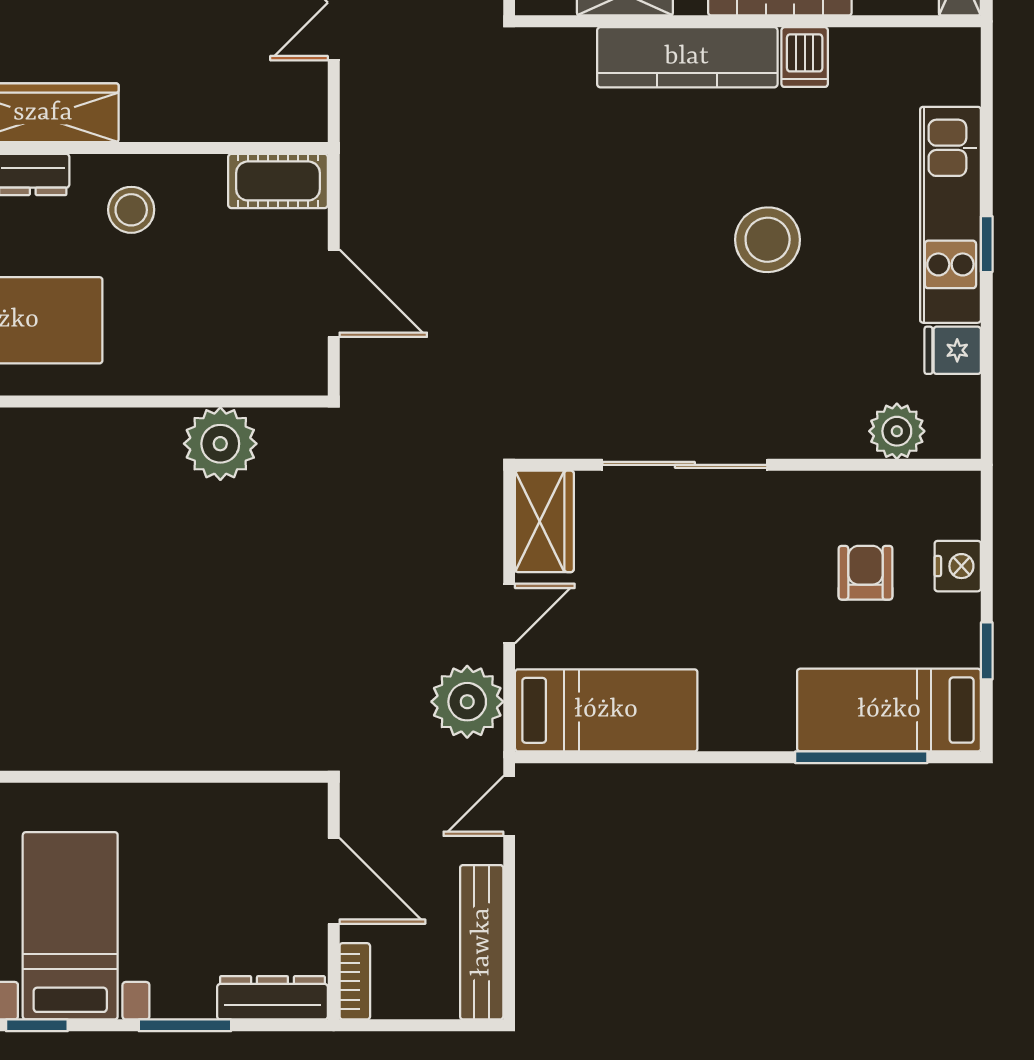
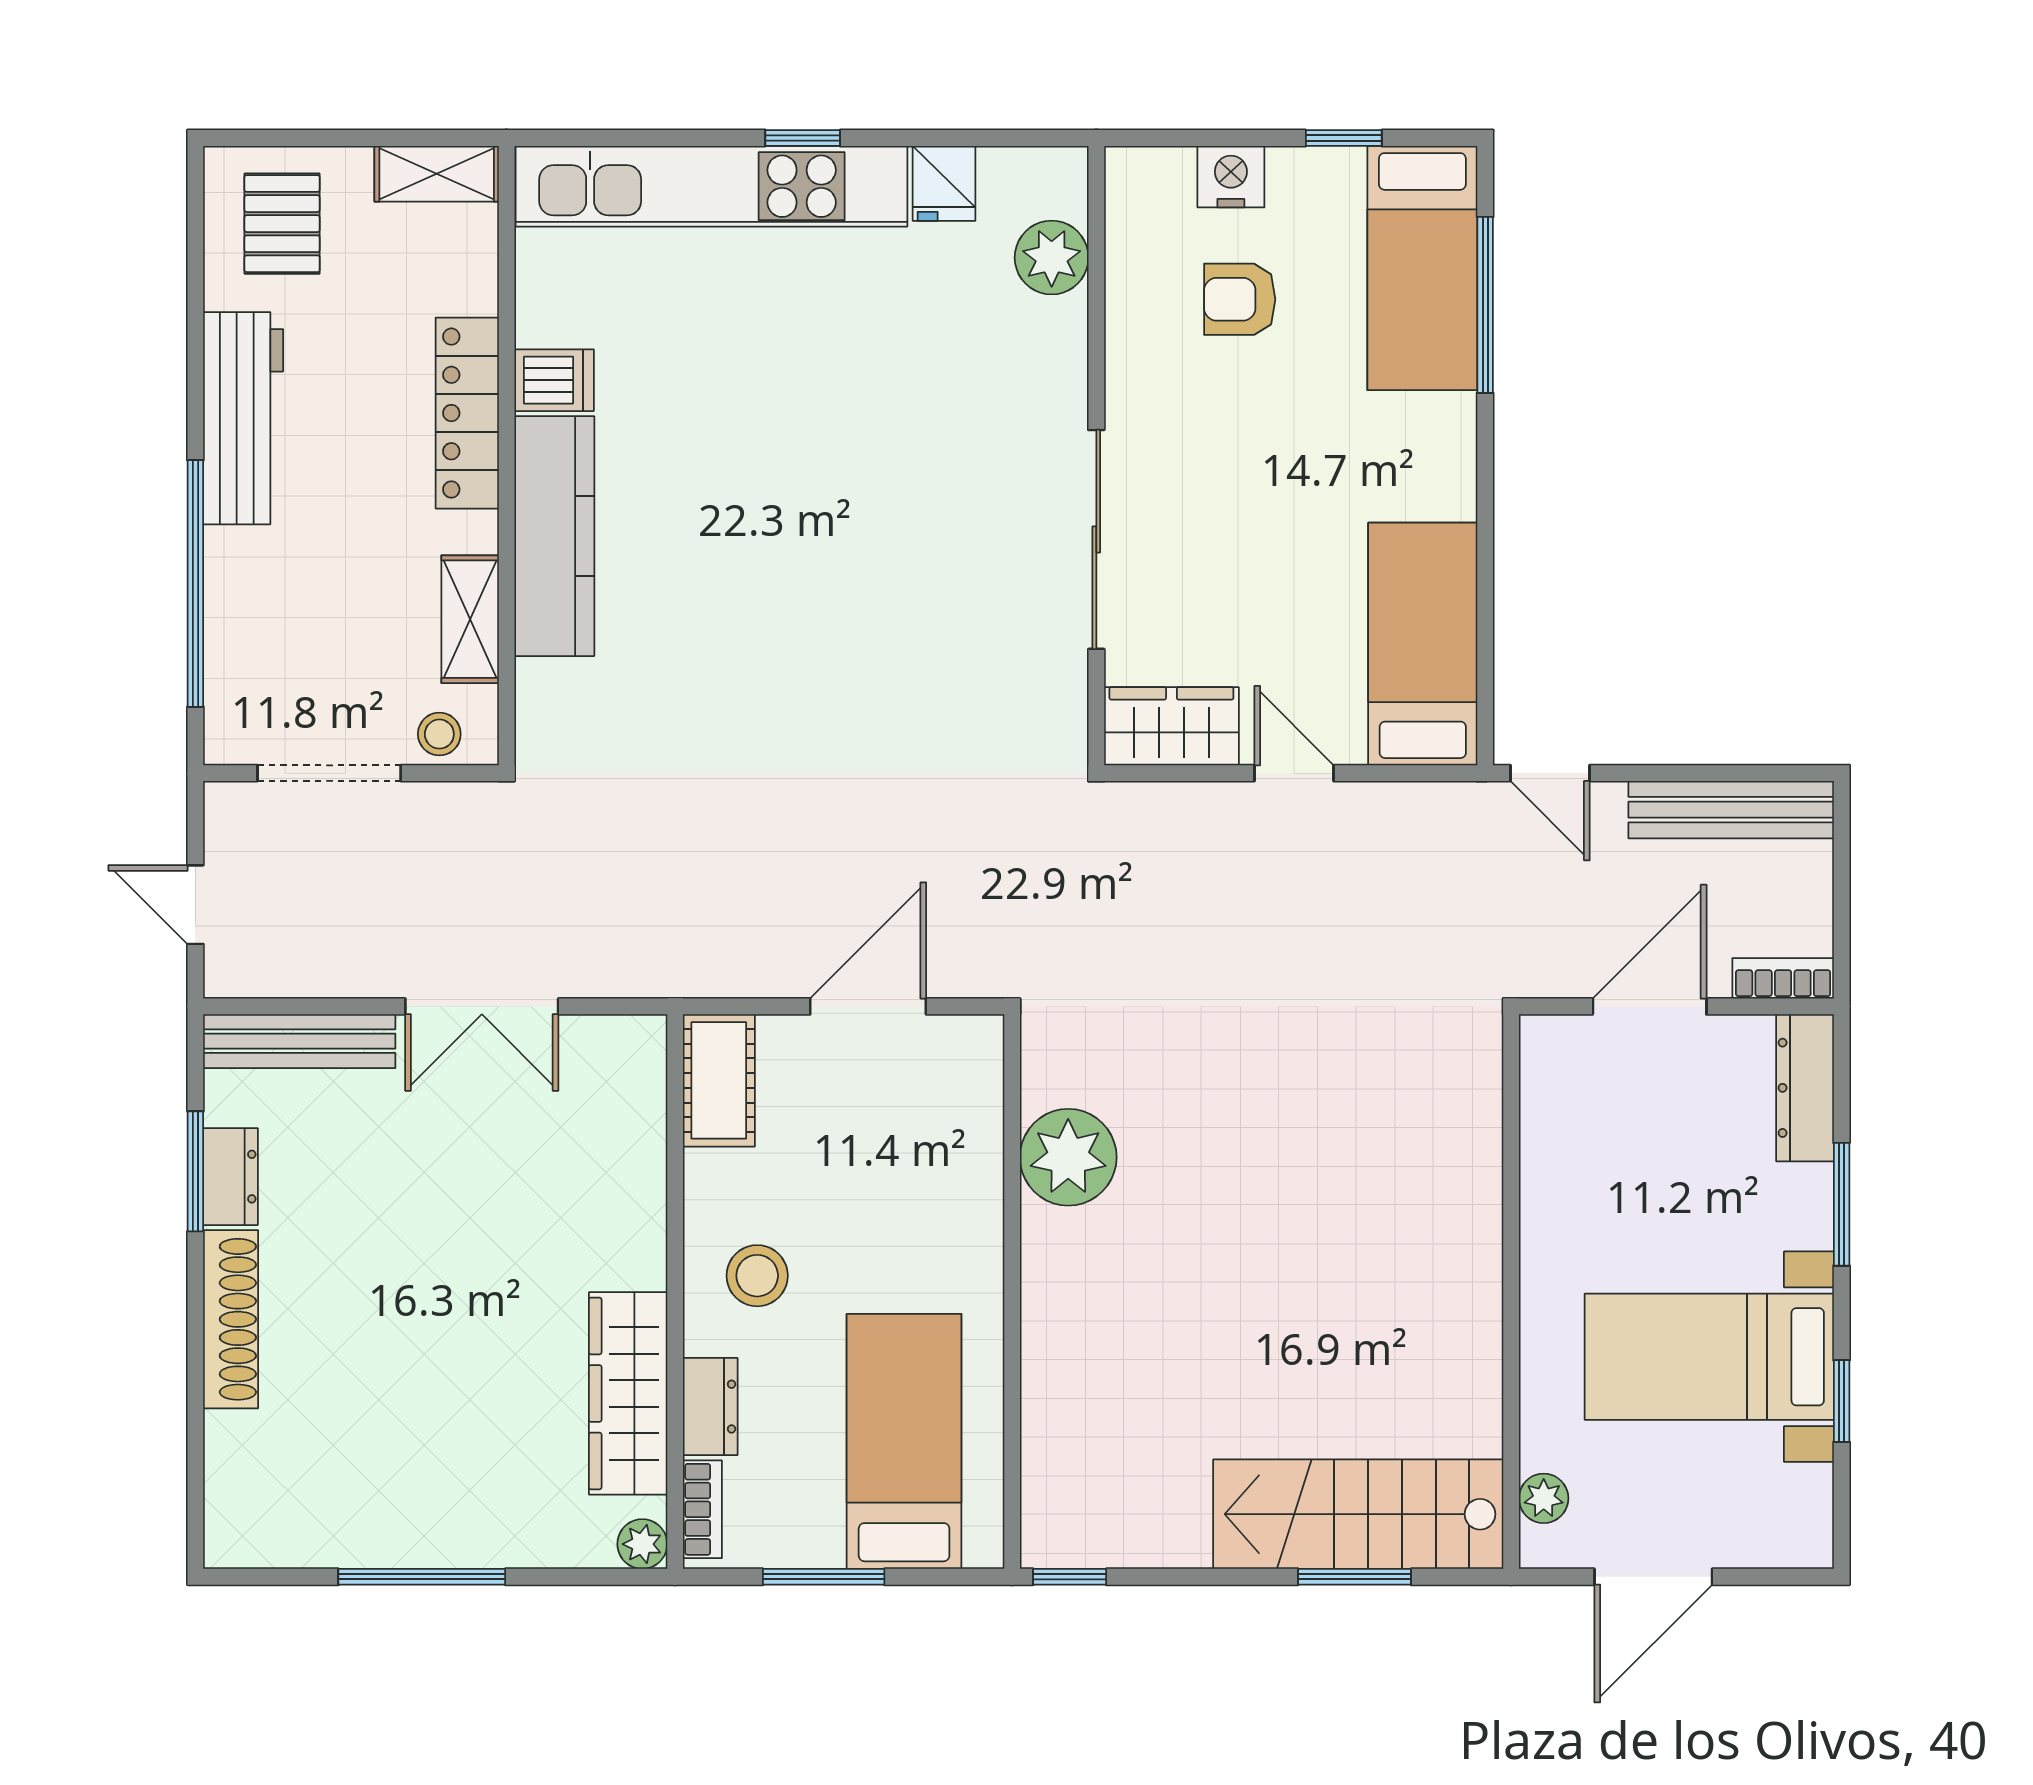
kitchen unit: (950, 215) -> (712, 186), width x1.36
stool: (768, 240) -> (797, 429), removed
plant: (467, 702) -> (1411, 829), removed

